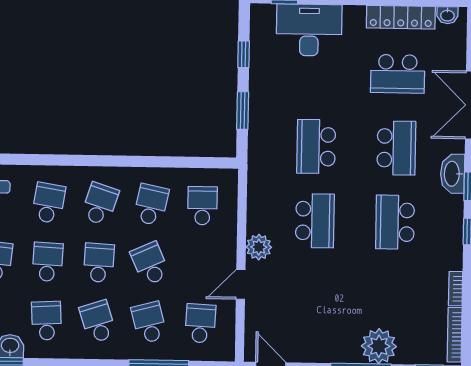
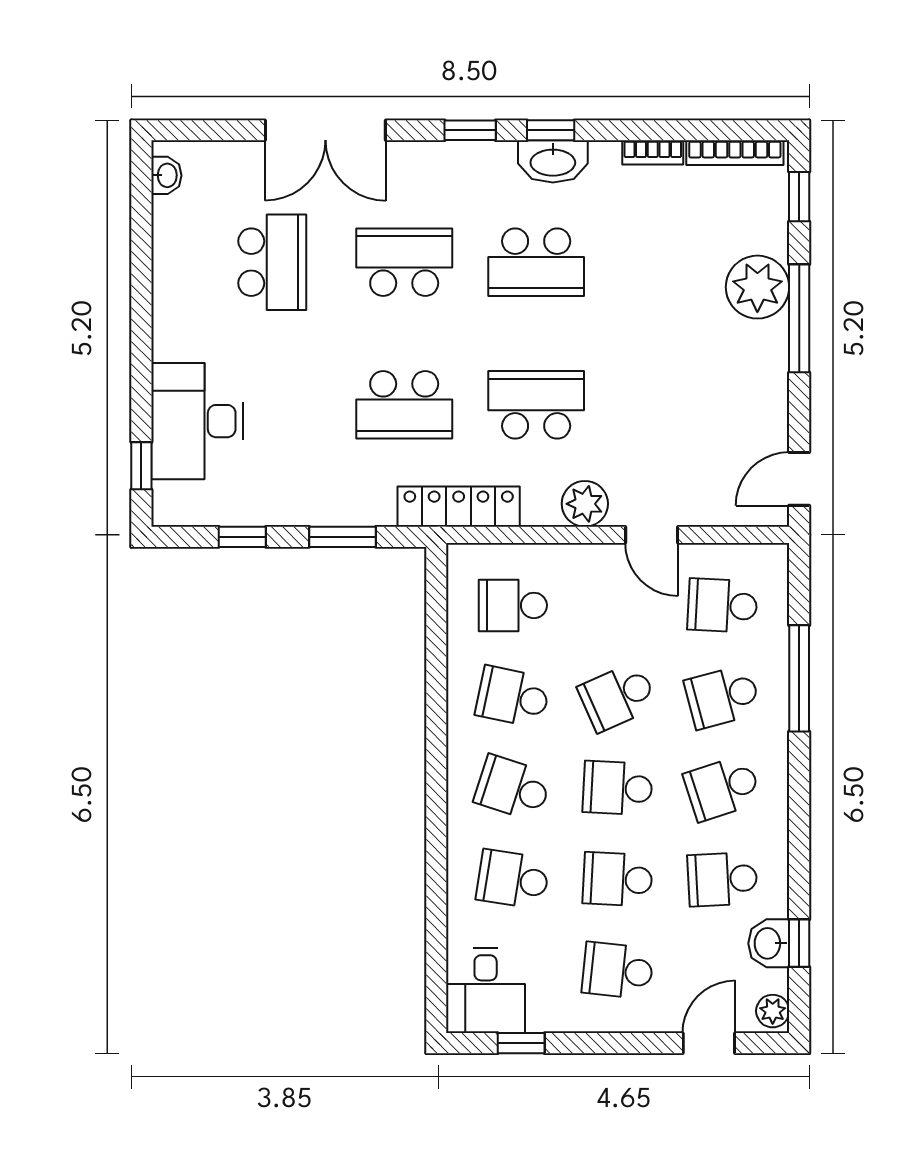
locker: (401, 17) -> (459, 507), moved, turned -90
washbasin: (453, 174) -> (553, 161), moved

